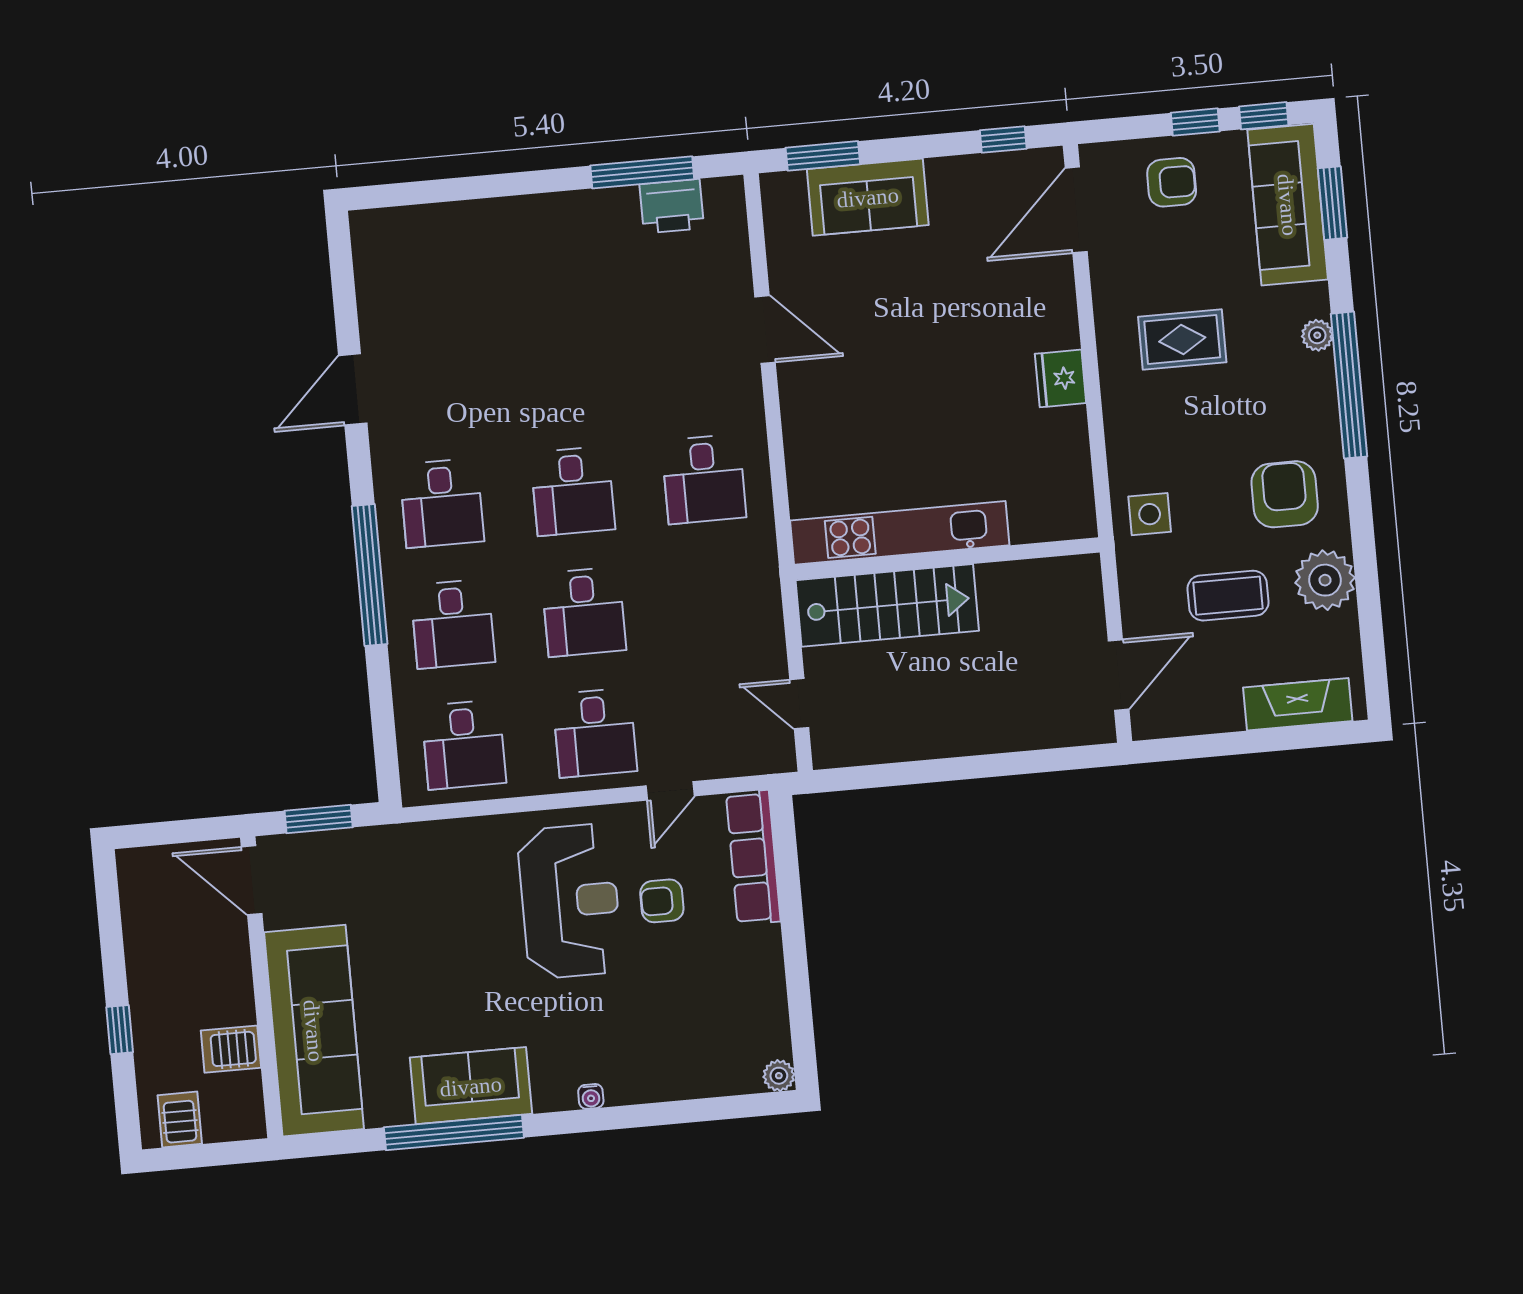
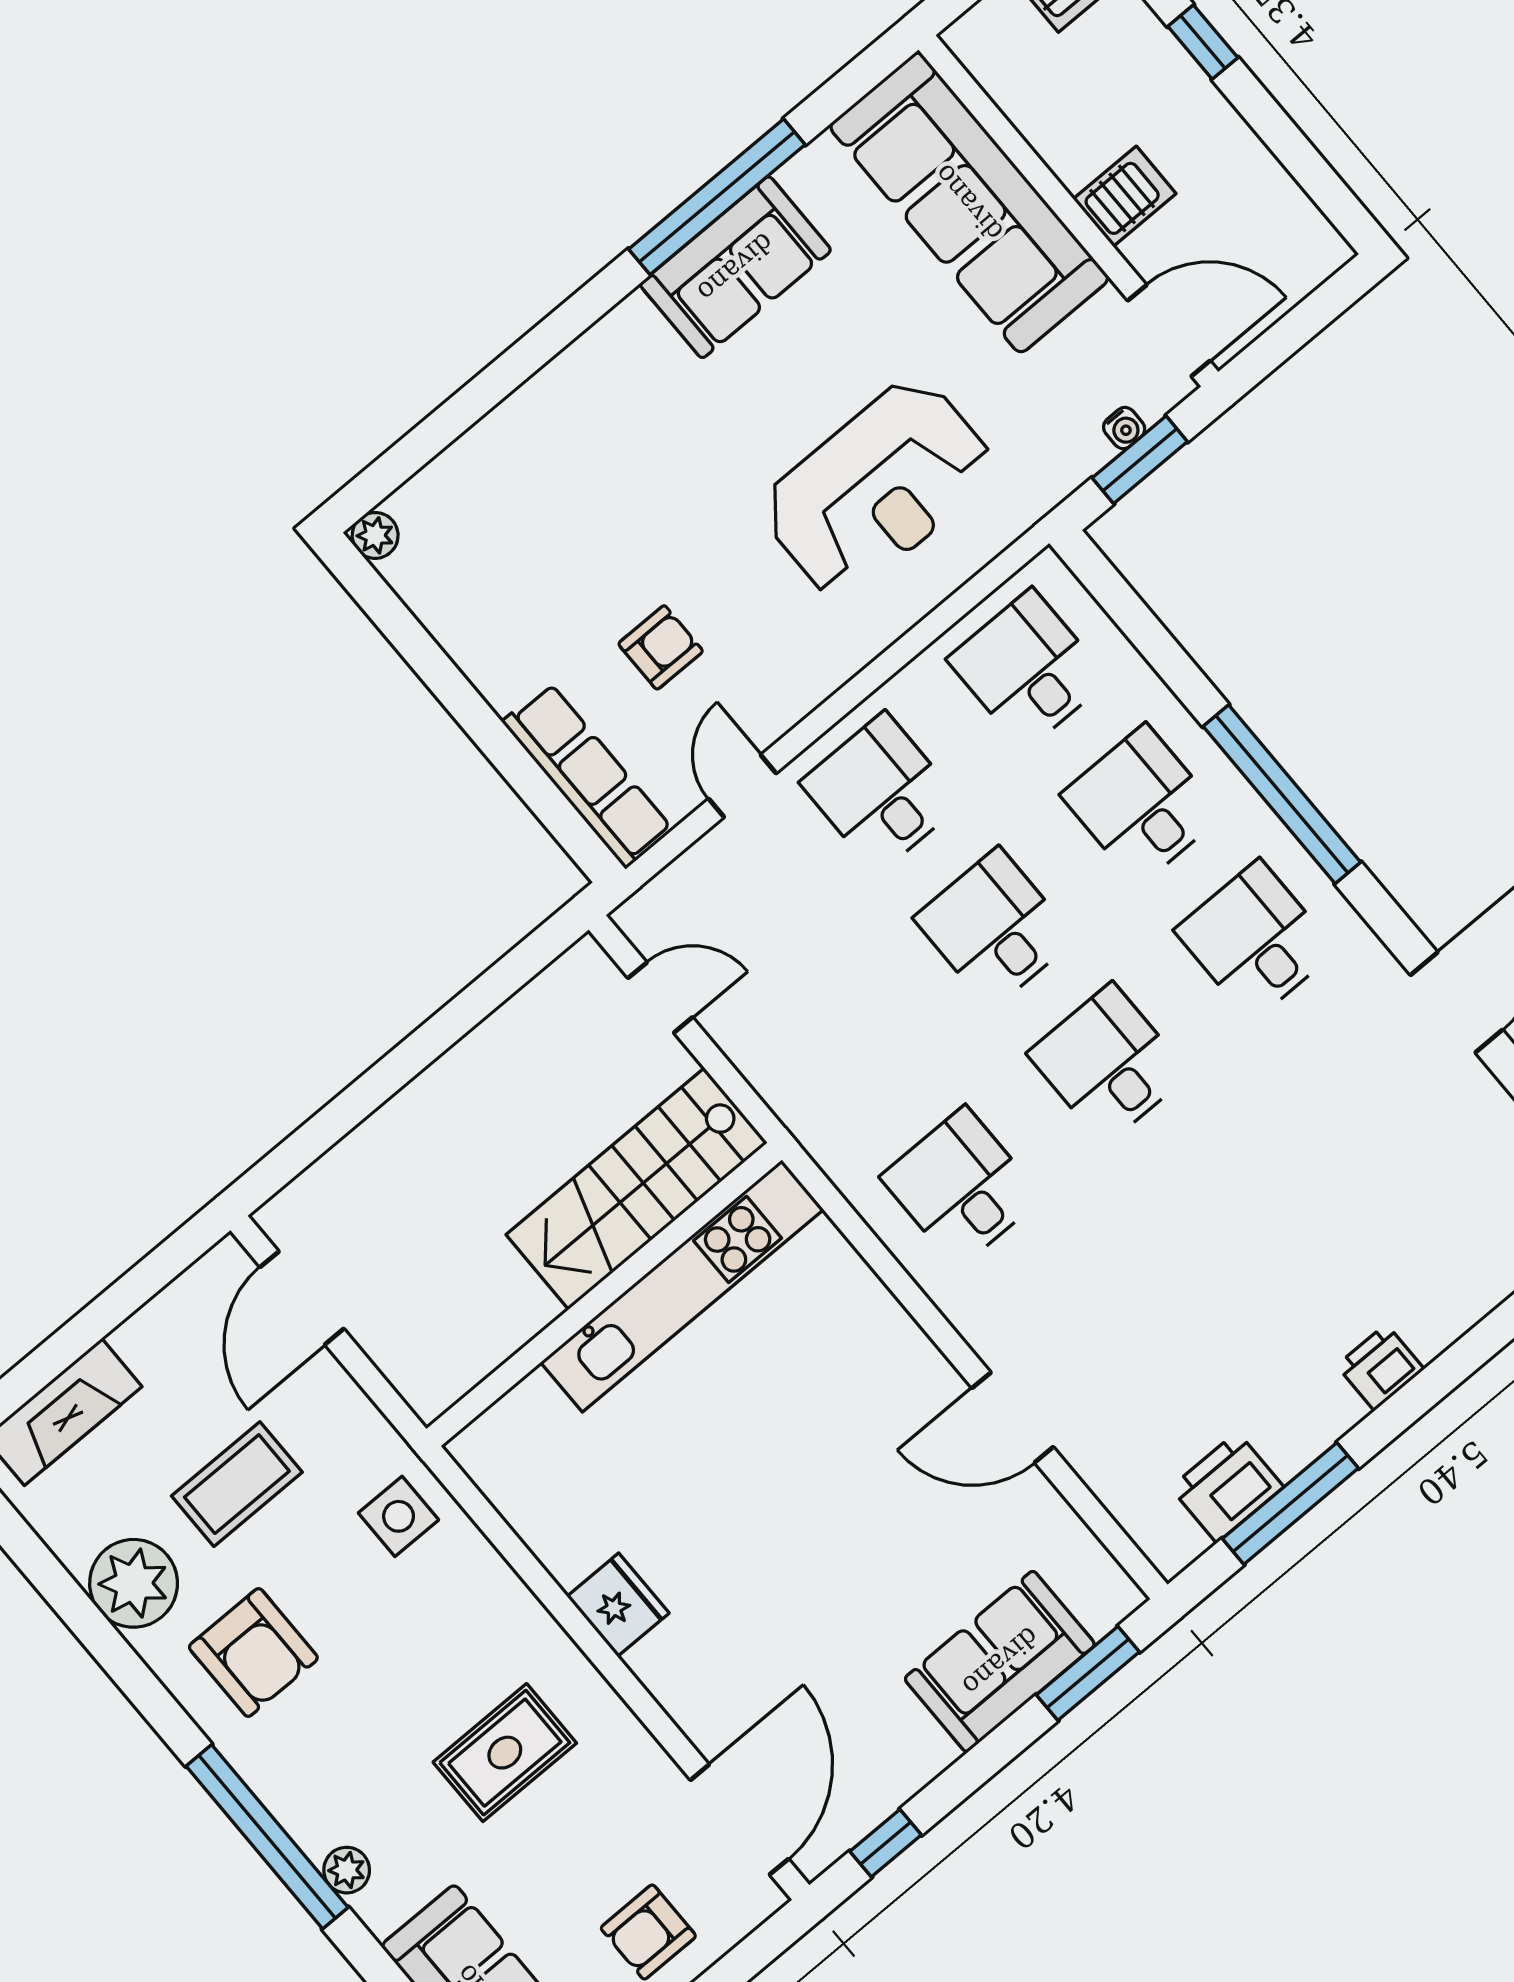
printer: (538, 214) -> (1380, 1367), added
reception desk: (570, 901) -> (878, 488), moved, turned -90
server rack: (231, 1049) -> (1125, 196), moved
water cooler: (591, 1096) -> (1124, 428), moved, turned 180

